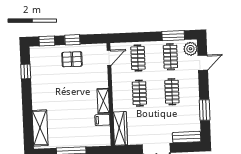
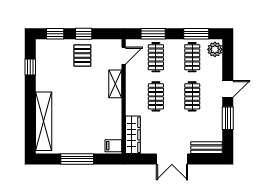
window: (135, 37) -> (153, 34), added
pallet: (72, 59) -> (82, 55), turned 90
door: (203, 63) -> (228, 89), moved
shelving: (103, 101) -> (115, 84), moved
filing cabinet: (102, 120) -> (113, 146), moved
shelving: (40, 128) -> (44, 121), width x1.47

